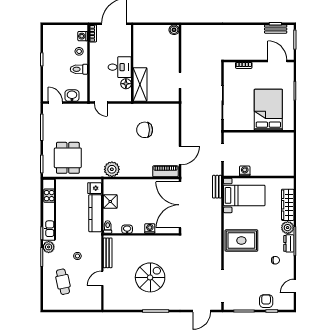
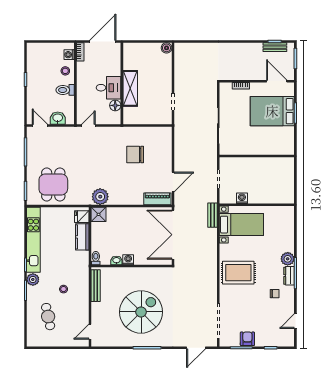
shelving: (140, 84) -> (130, 88), moved
door: (101, 103) -> (88, 125), swing flipped
bed: (268, 110) -> (272, 111), moved, turned -90
shower: (110, 201) -> (99, 214), moved
wardrobe: (288, 205) -> (288, 234), removed
kitchen counter: (95, 213) -> (82, 237), width x0.67
washing machine: (150, 228) -> (128, 260), moved
spiral stairs: (150, 277) -> (141, 312), width x1.37, depth x1.37
door: (102, 278) -> (90, 332), moved
armchair: (266, 301) -> (247, 339), moved

